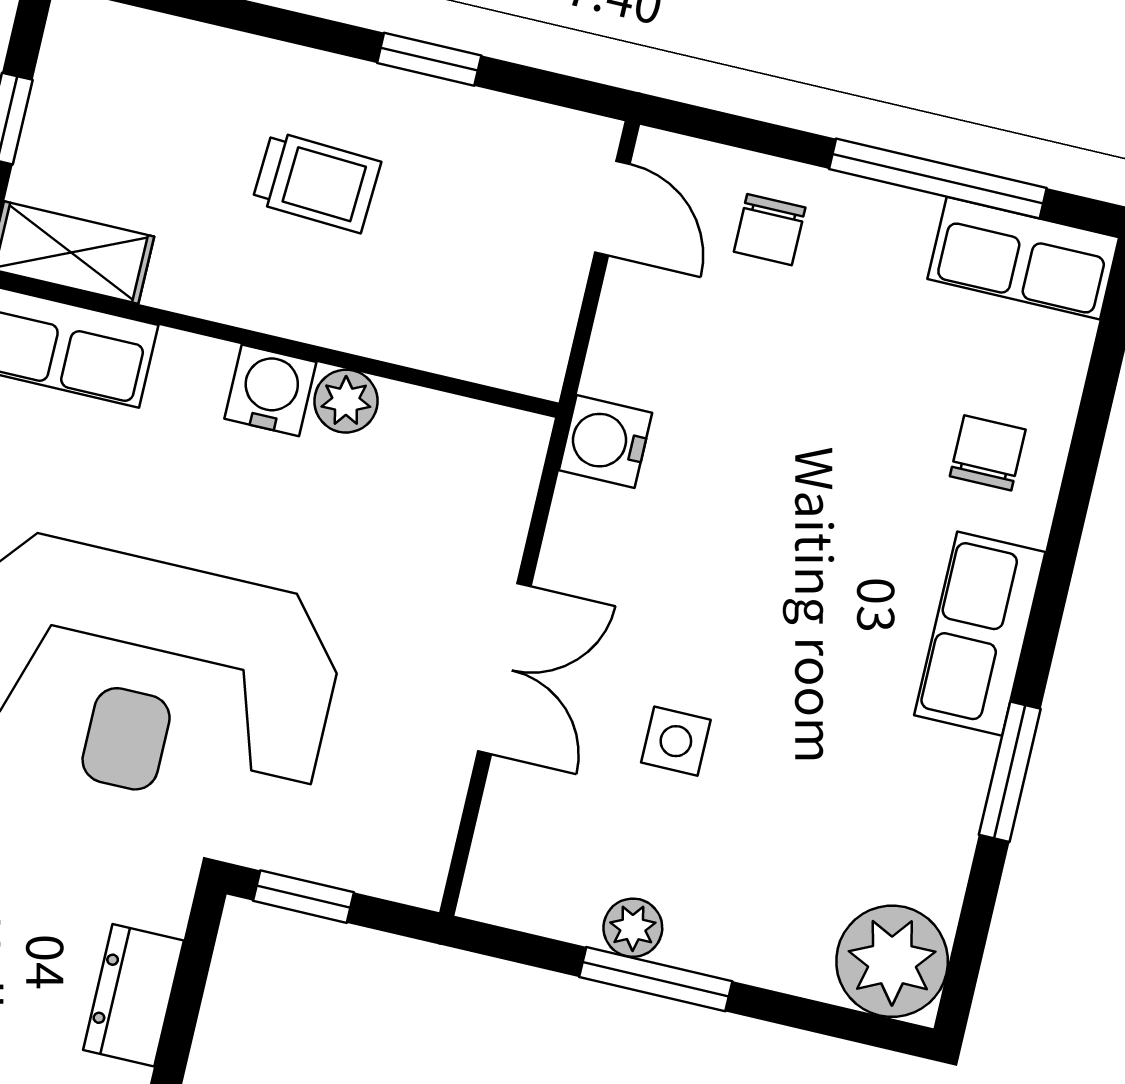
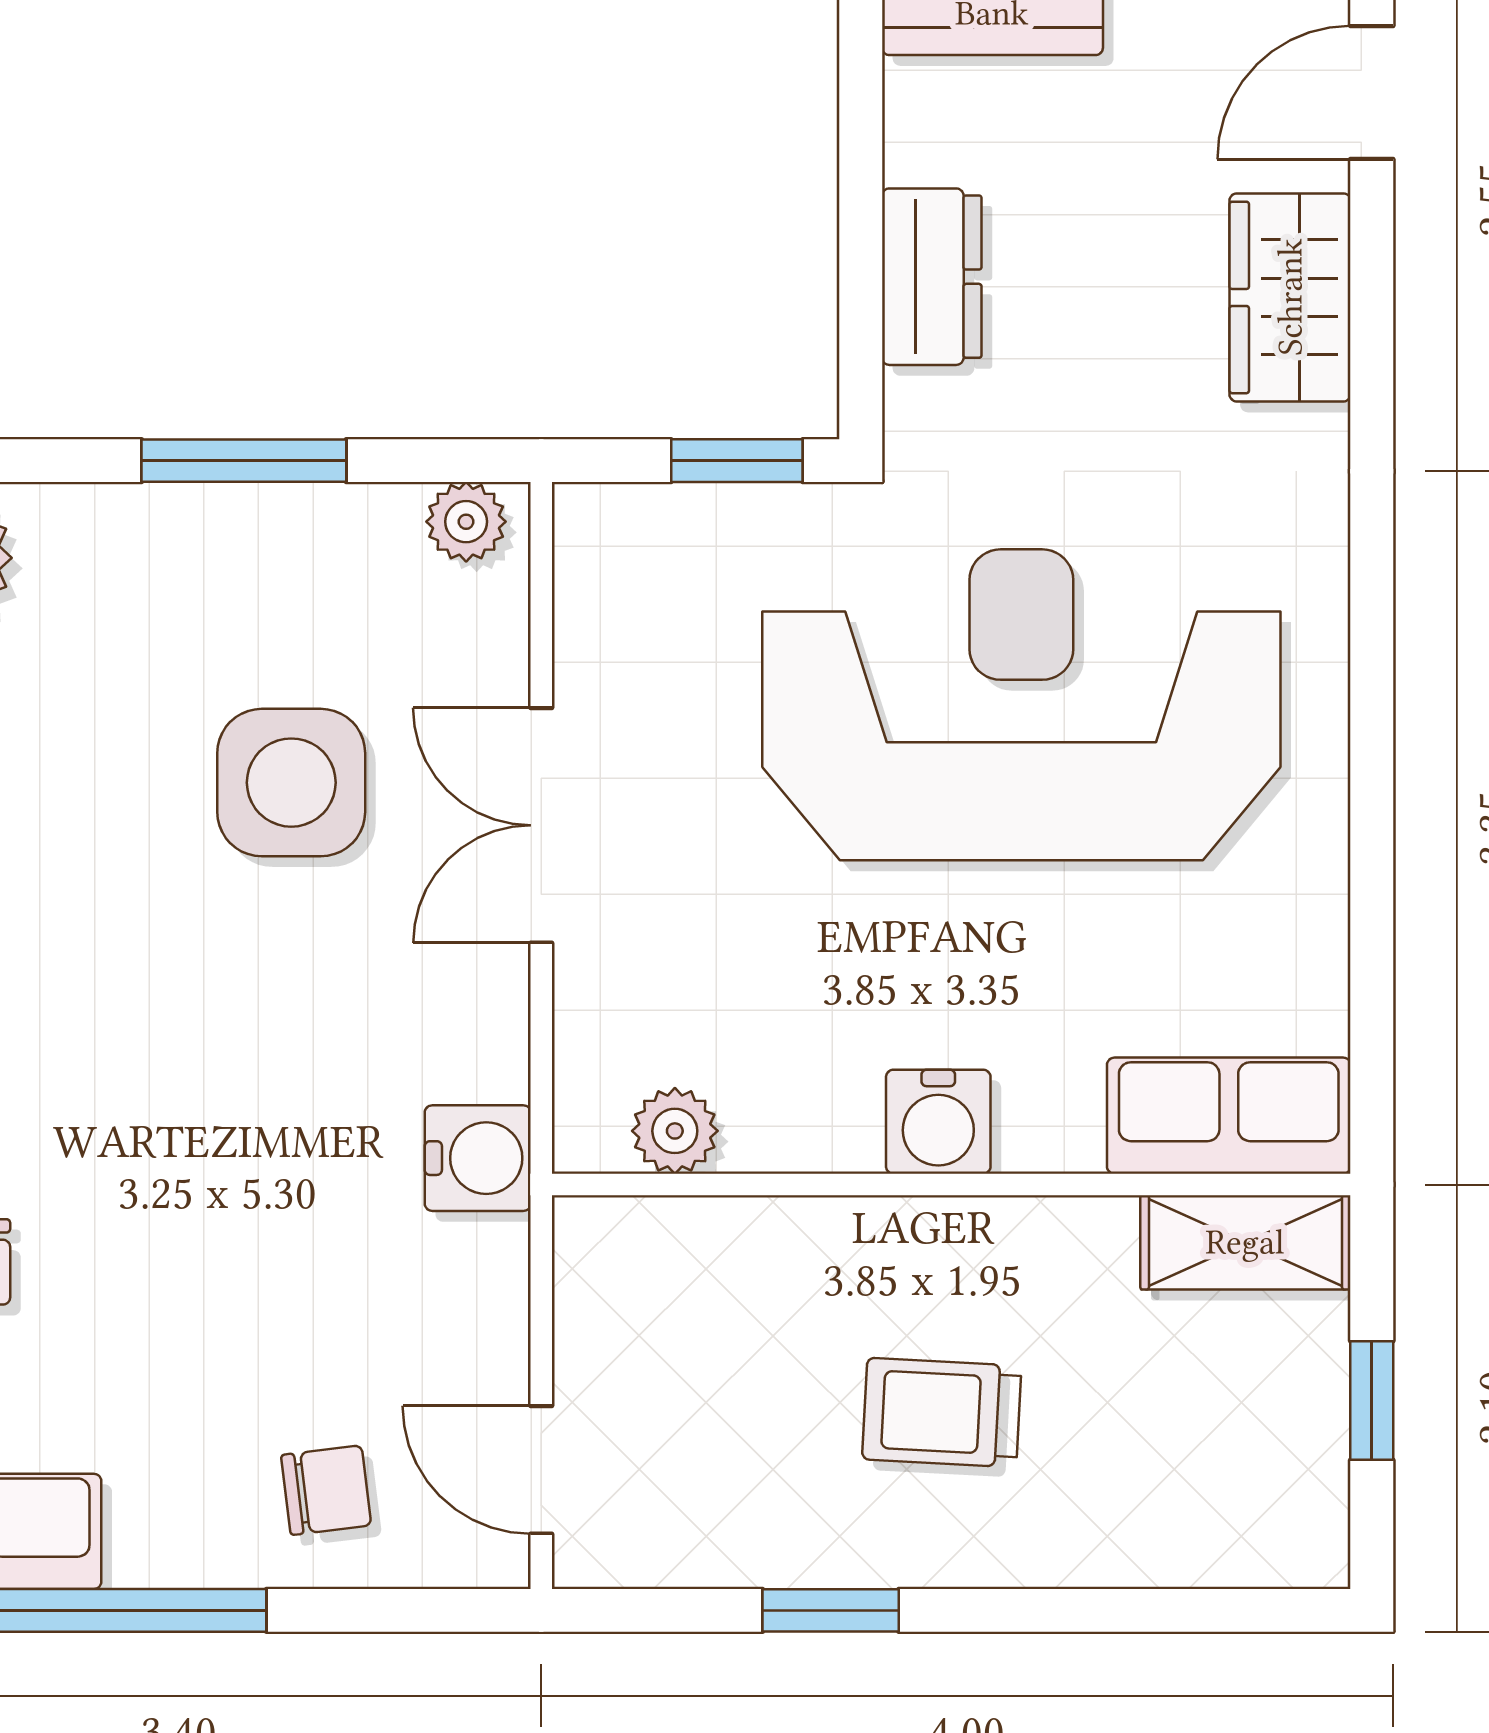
chair: (770, 230) -> (326, 1490), turned 83
plant: (346, 401) -> (675, 1131), moved
side table: (676, 741) -> (291, 783), width x1.87, depth x1.87
plant: (633, 928) -> (466, 522), moved

